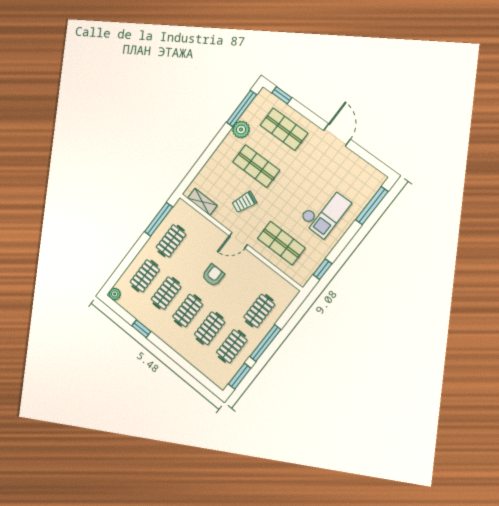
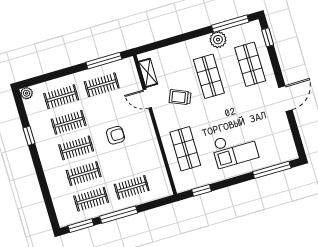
door: (238, 240) -> (147, 99), moved

